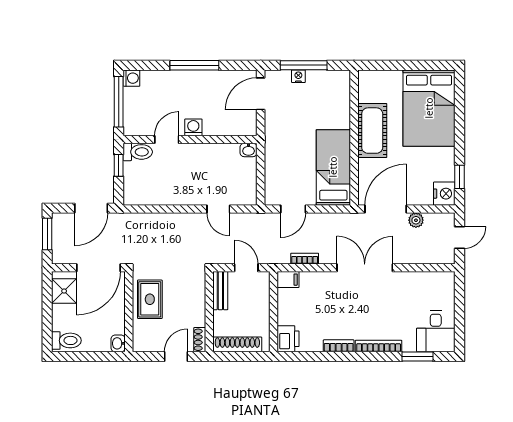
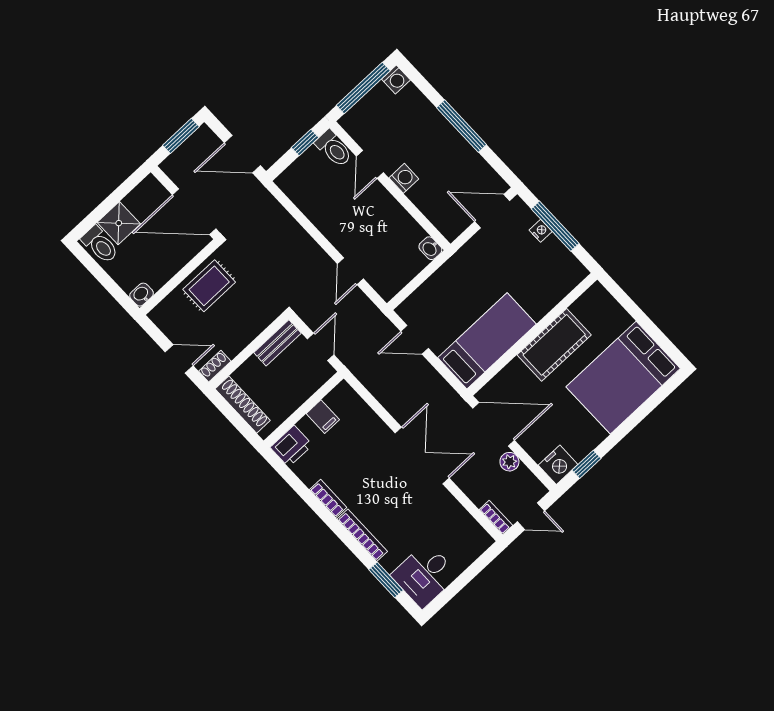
door: (167, 139) -> (370, 164), swing flipped
bookcase: (305, 259) -> (496, 517), moved
filing cabinet: (288, 280) -> (323, 417), moved
shower: (64, 291) -> (119, 223), moved

